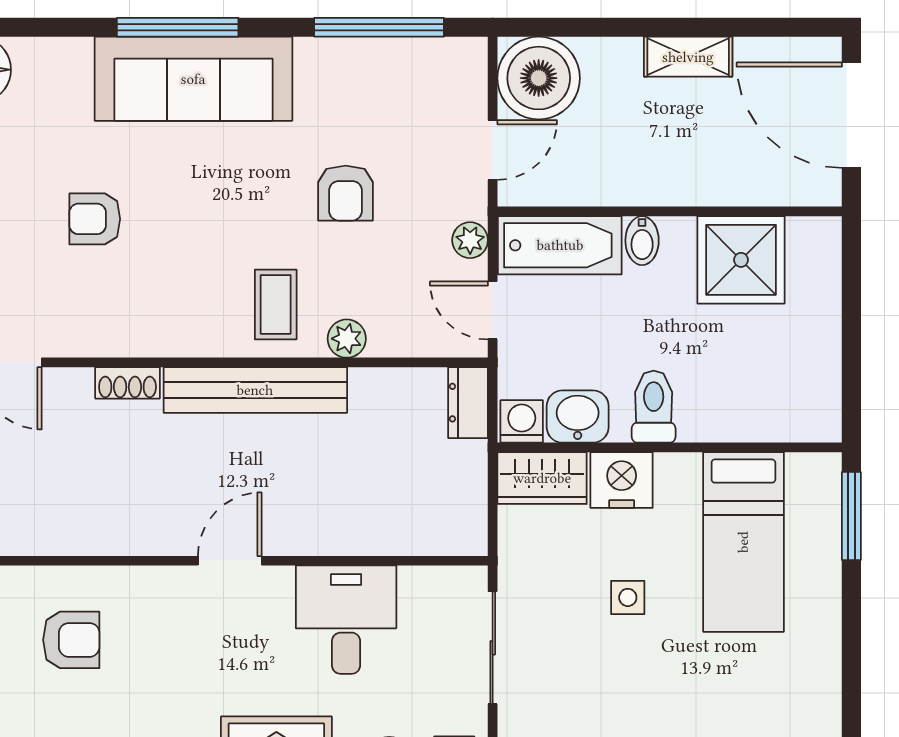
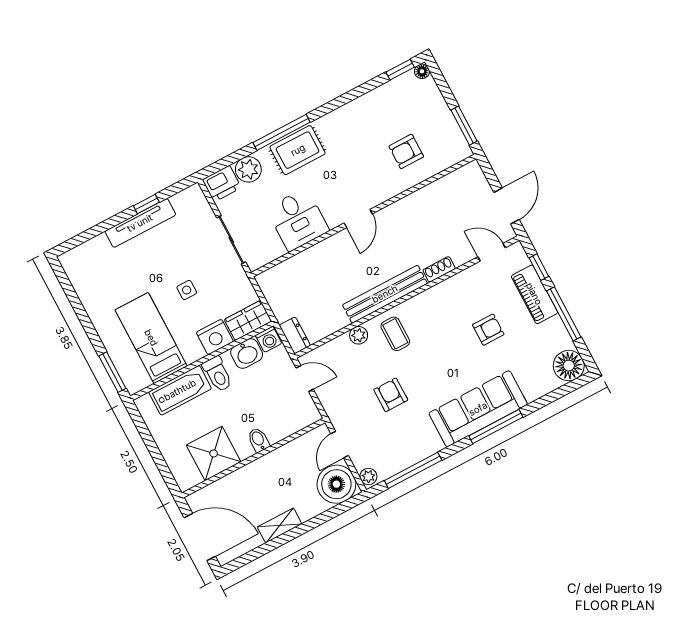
plant: (470, 240) -> (368, 476), moved
bathtub: (560, 245) -> (180, 390), moved, turned 180

